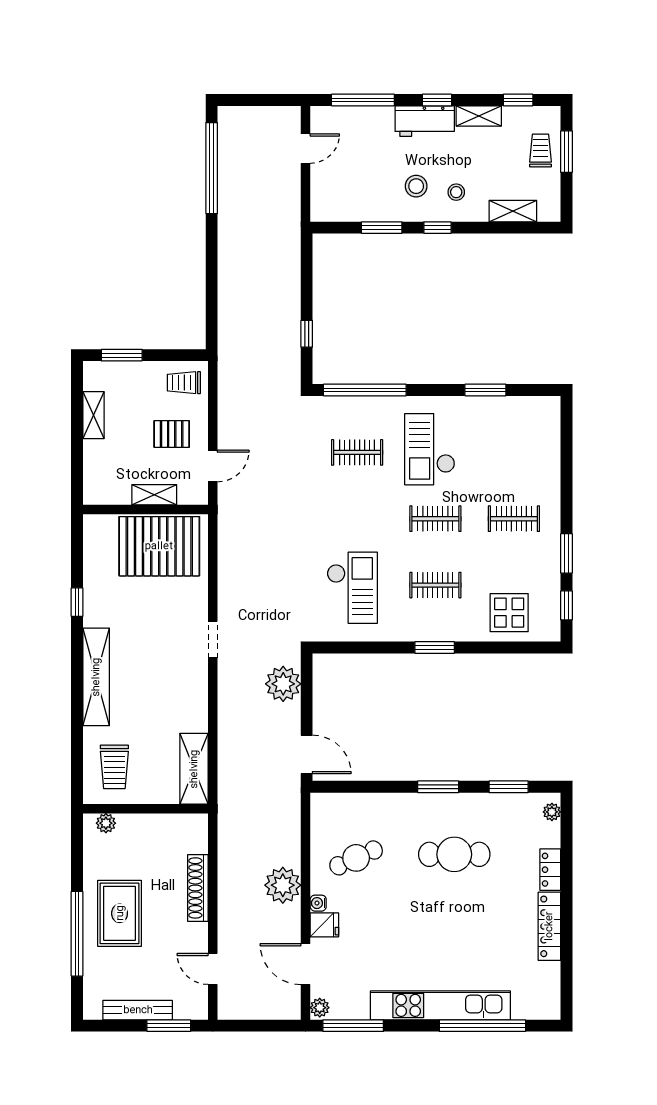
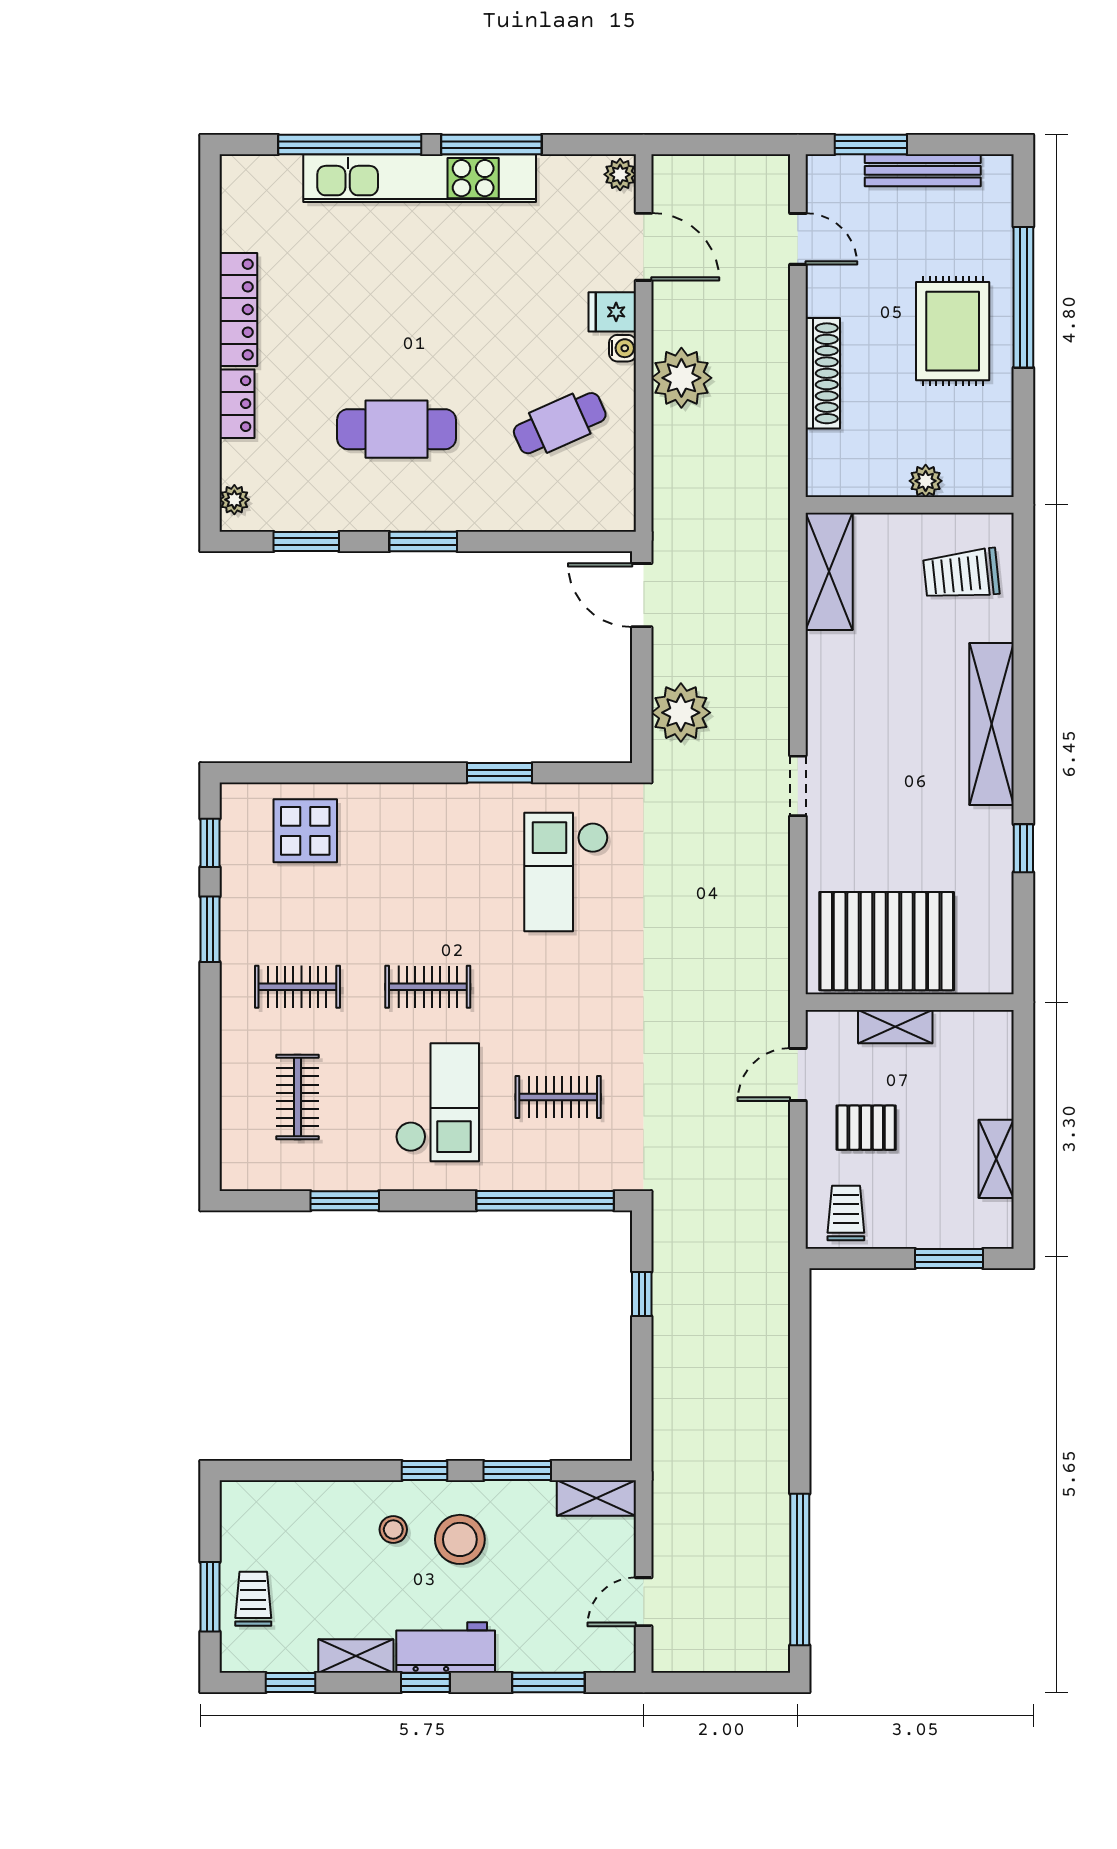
window: (363, 100) -> (548, 1683), width x0.69
trolley: (540, 150) -> (253, 1599), turned 180
stool: (416, 186) -> (460, 1539), width x1.38, depth x1.38
shelving: (513, 211) -> (596, 1498), moved
trolley: (184, 383) -> (846, 1213), turned -90
clothes rail: (435, 585) -> (297, 1097), moved, turned 90
window: (435, 647) -> (500, 773), moved
trolley: (114, 767) -> (961, 574), turned -96
plant: (106, 823) -> (926, 481), moved
window: (353, 1026) -> (491, 144), moved

